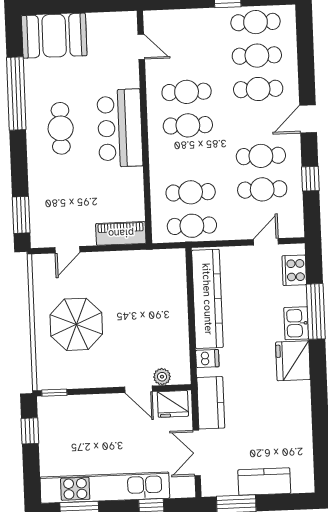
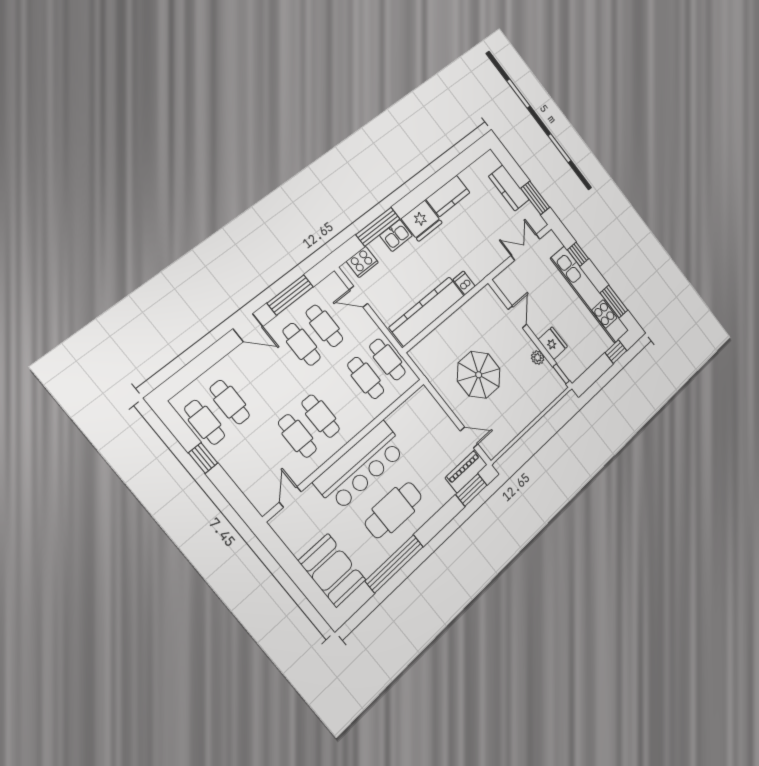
cafe table: (258, 89) -> (254, 382), removed
cafe table: (61, 128) -> (393, 510), width x1.37, depth x1.35
bar counter: (120, 128) -> (361, 466), width x1.36
window: (310, 179) -> (290, 295), width x2.17
piano: (121, 233) -> (466, 471), moved, turned 90
parasol: (76, 324) -> (479, 375), moved
plant: (162, 377) -> (538, 358), moved
kitchen counter: (211, 403) -> (448, 196), moved, turned 180
fridge: (173, 404) -> (553, 343), moved
window: (30, 431) -> (616, 352), moved
double door: (197, 453) -> (526, 247), swing flipped

